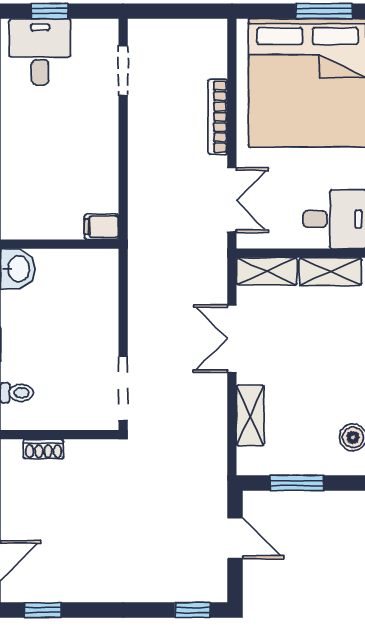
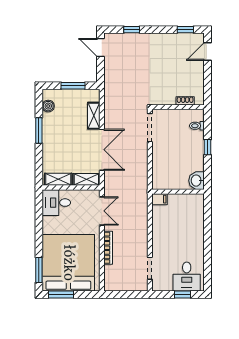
double door: (232, 200) -> (102, 211), swing flipped
double door: (232, 339) -> (102, 150), width x1.37
door: (235, 538) -> (100, 48), moved
window: (192, 610) -> (132, 30), moved

